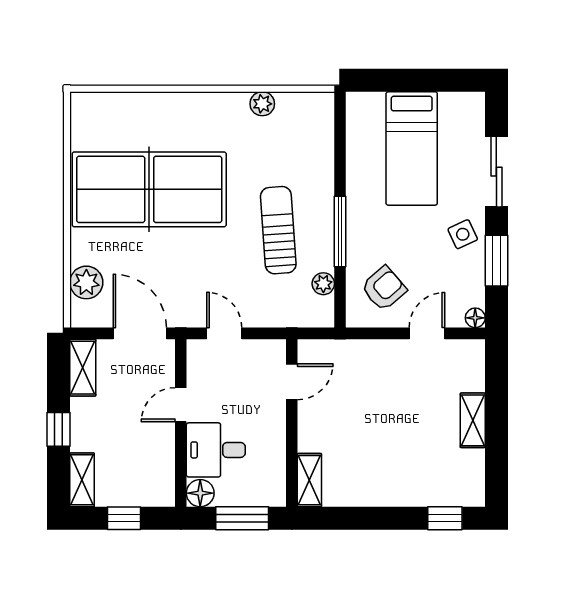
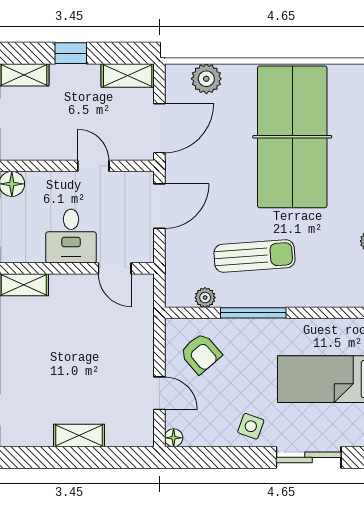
side table: (463, 234) -> (251, 426), turned 45
window: (496, 261) -> (226, 457), removed
door: (224, 333) -> (159, 206), width x1.38
desk: (216, 450) -> (71, 236), moved, turned 180

